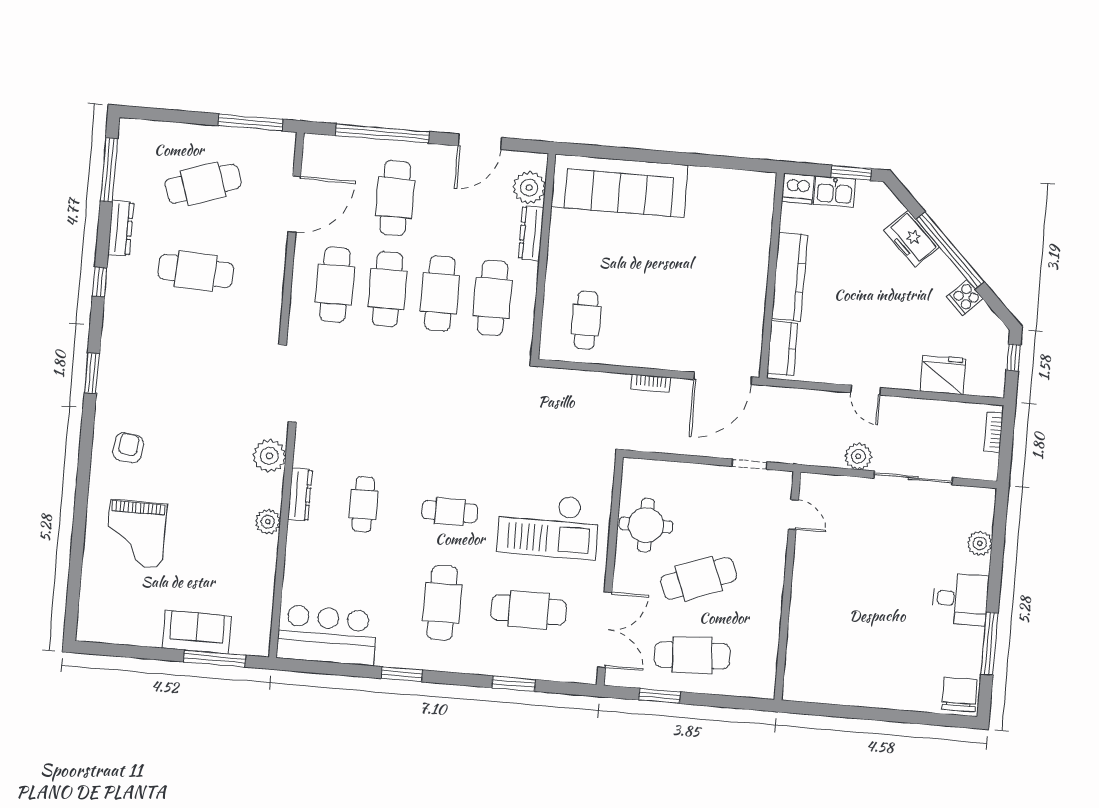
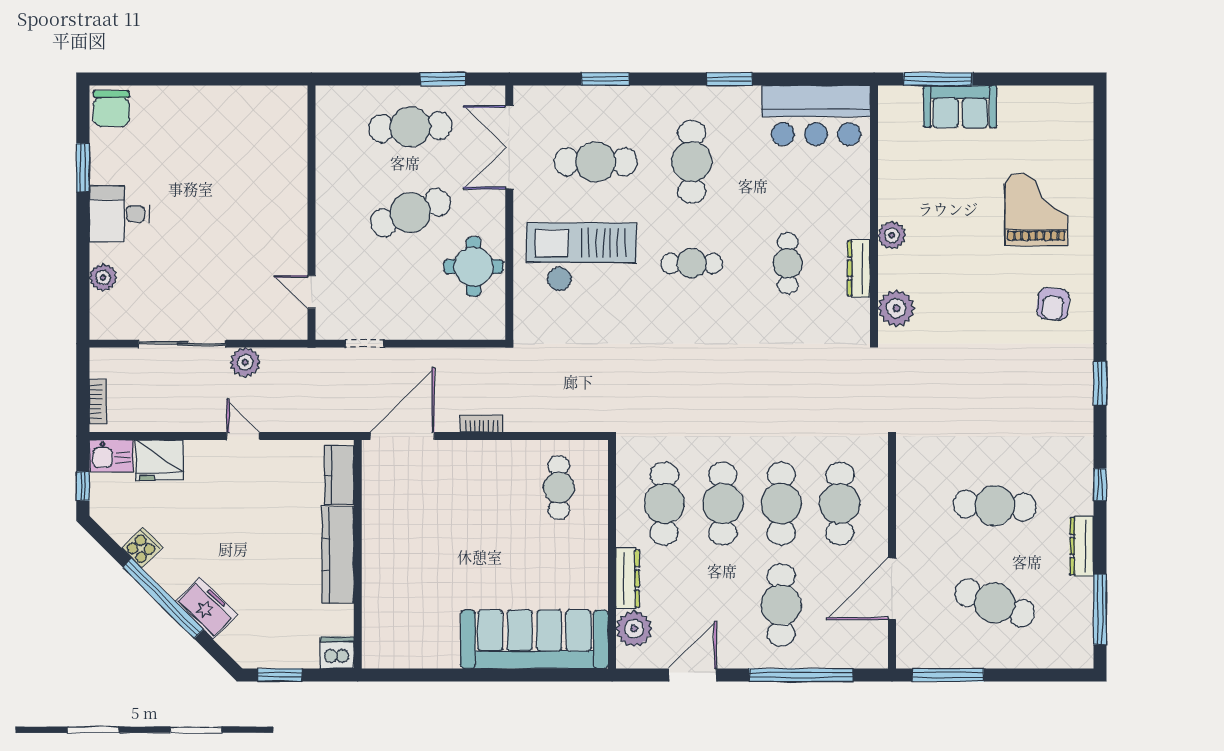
cafe table: (203, 184) -> (995, 603), turned 39
kitchen sink: (835, 192) -> (111, 456), moved, turned 180
window: (989, 644) -> (83, 167), width x0.69

